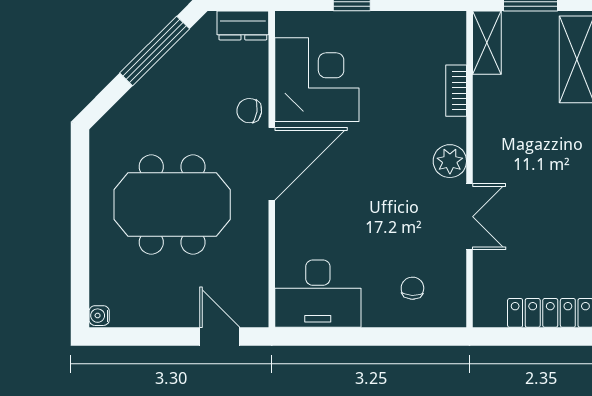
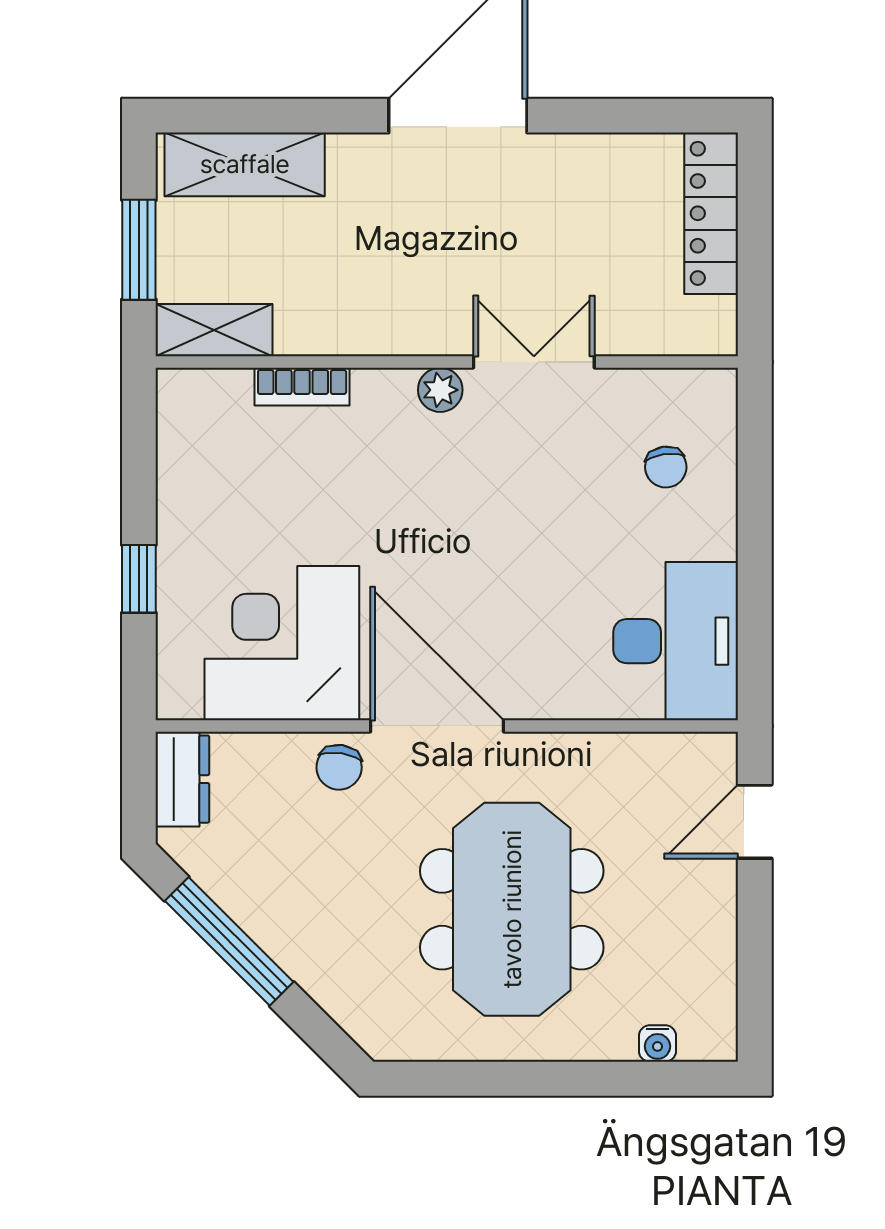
plant: (450, 161) -> (440, 390), width x0.73, depth x0.73
chair: (412, 288) -> (666, 467), turned -100
water cooler: (99, 316) -> (657, 1043), moved

